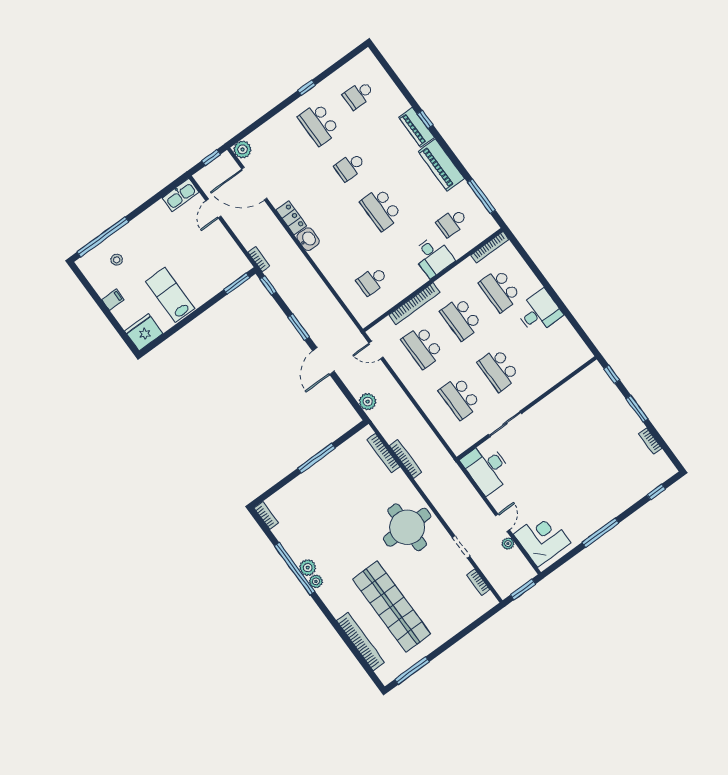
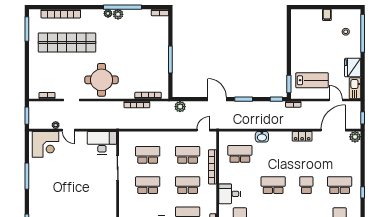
washbasin: (308, 239) -> (262, 137), moved
school desk: (372, 281) -> (240, 154), width x1.85
lab bench: (170, 295) -> (312, 80), moved
fridge: (144, 332) -> (353, 68), moved, turned 180

